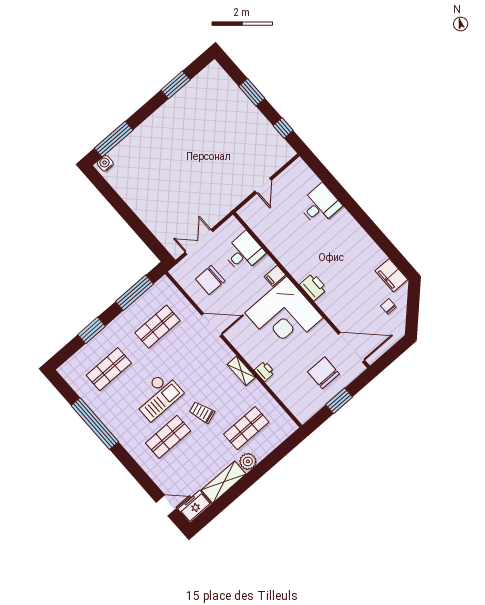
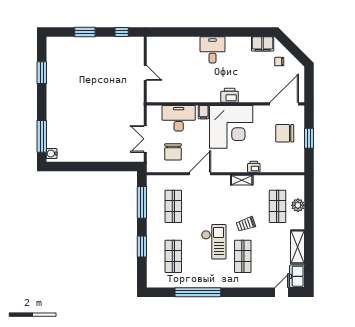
desk: (320, 205) -> (212, 50), moved
desk: (244, 252) -> (179, 118), width x1.37
plant: (248, 461) -> (298, 205), moved

